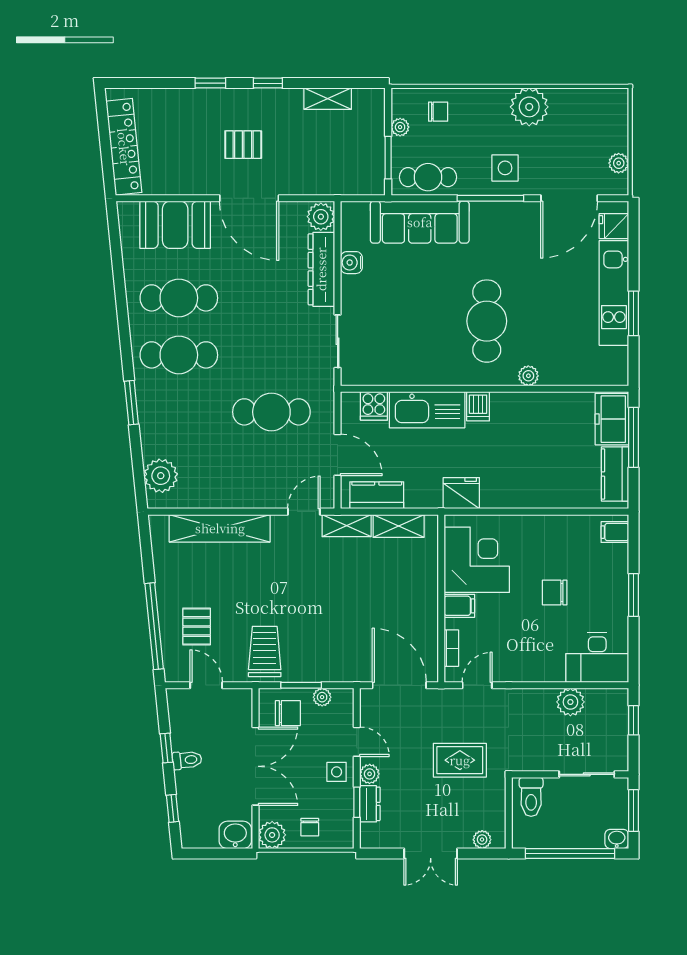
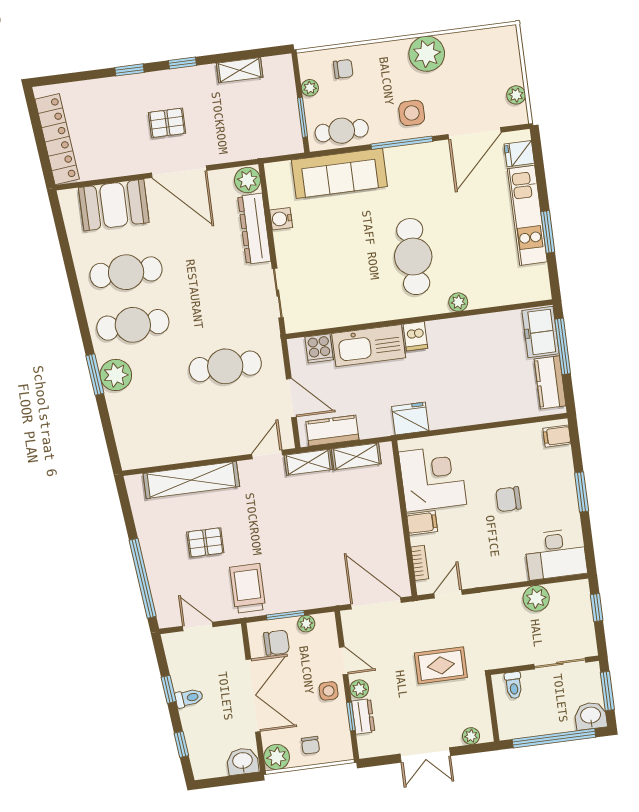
plant: (161, 476) -> (116, 375), moved
pallet: (197, 627) -> (205, 542), moved, turned 90
toilet: (531, 797) -> (514, 685), width x0.73, depth x0.72
washbasin: (617, 839) -> (591, 716), width x1.38, depth x1.45

